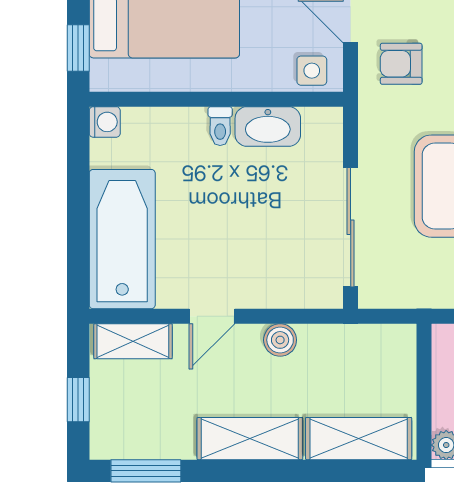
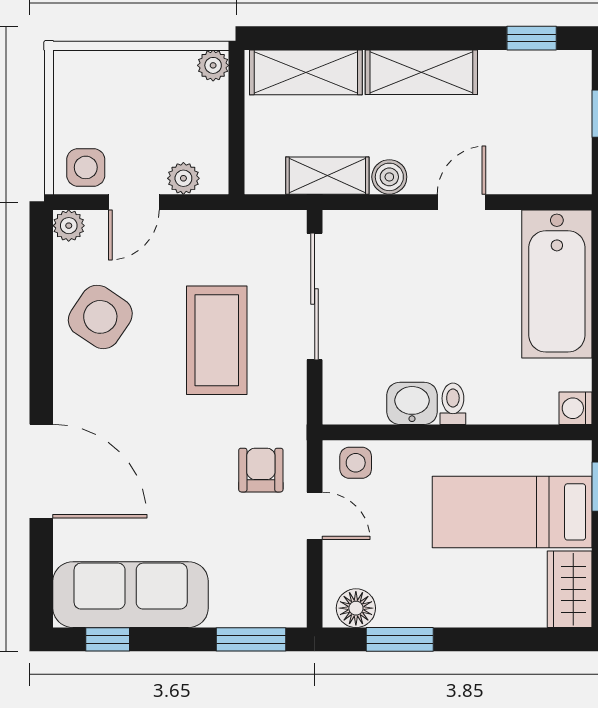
armchair: (401, 64) -> (261, 470), turned -90
washbasin: (268, 127) -> (412, 403), width x0.72
shelving: (133, 341) -> (327, 176), moved
window: (146, 471) -> (532, 38), width x0.67

